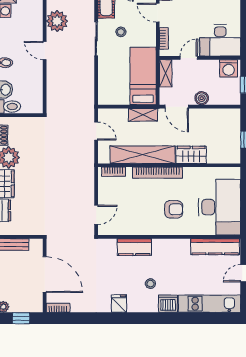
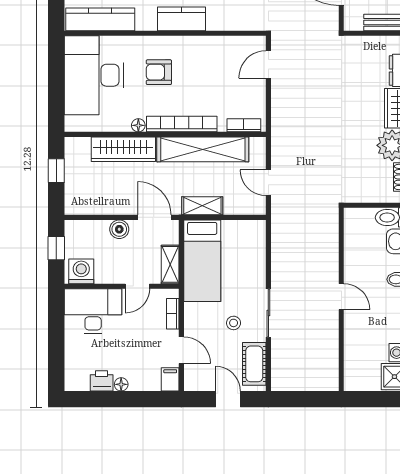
plant: (57, 21) -> (324, 338), removed
wardrobe: (191, 155) -> (123, 149), width x1.50
floor lamp: (188, 172) -> (138, 125), added
kitchen counter: (134, 247) -> (181, 19), moved

